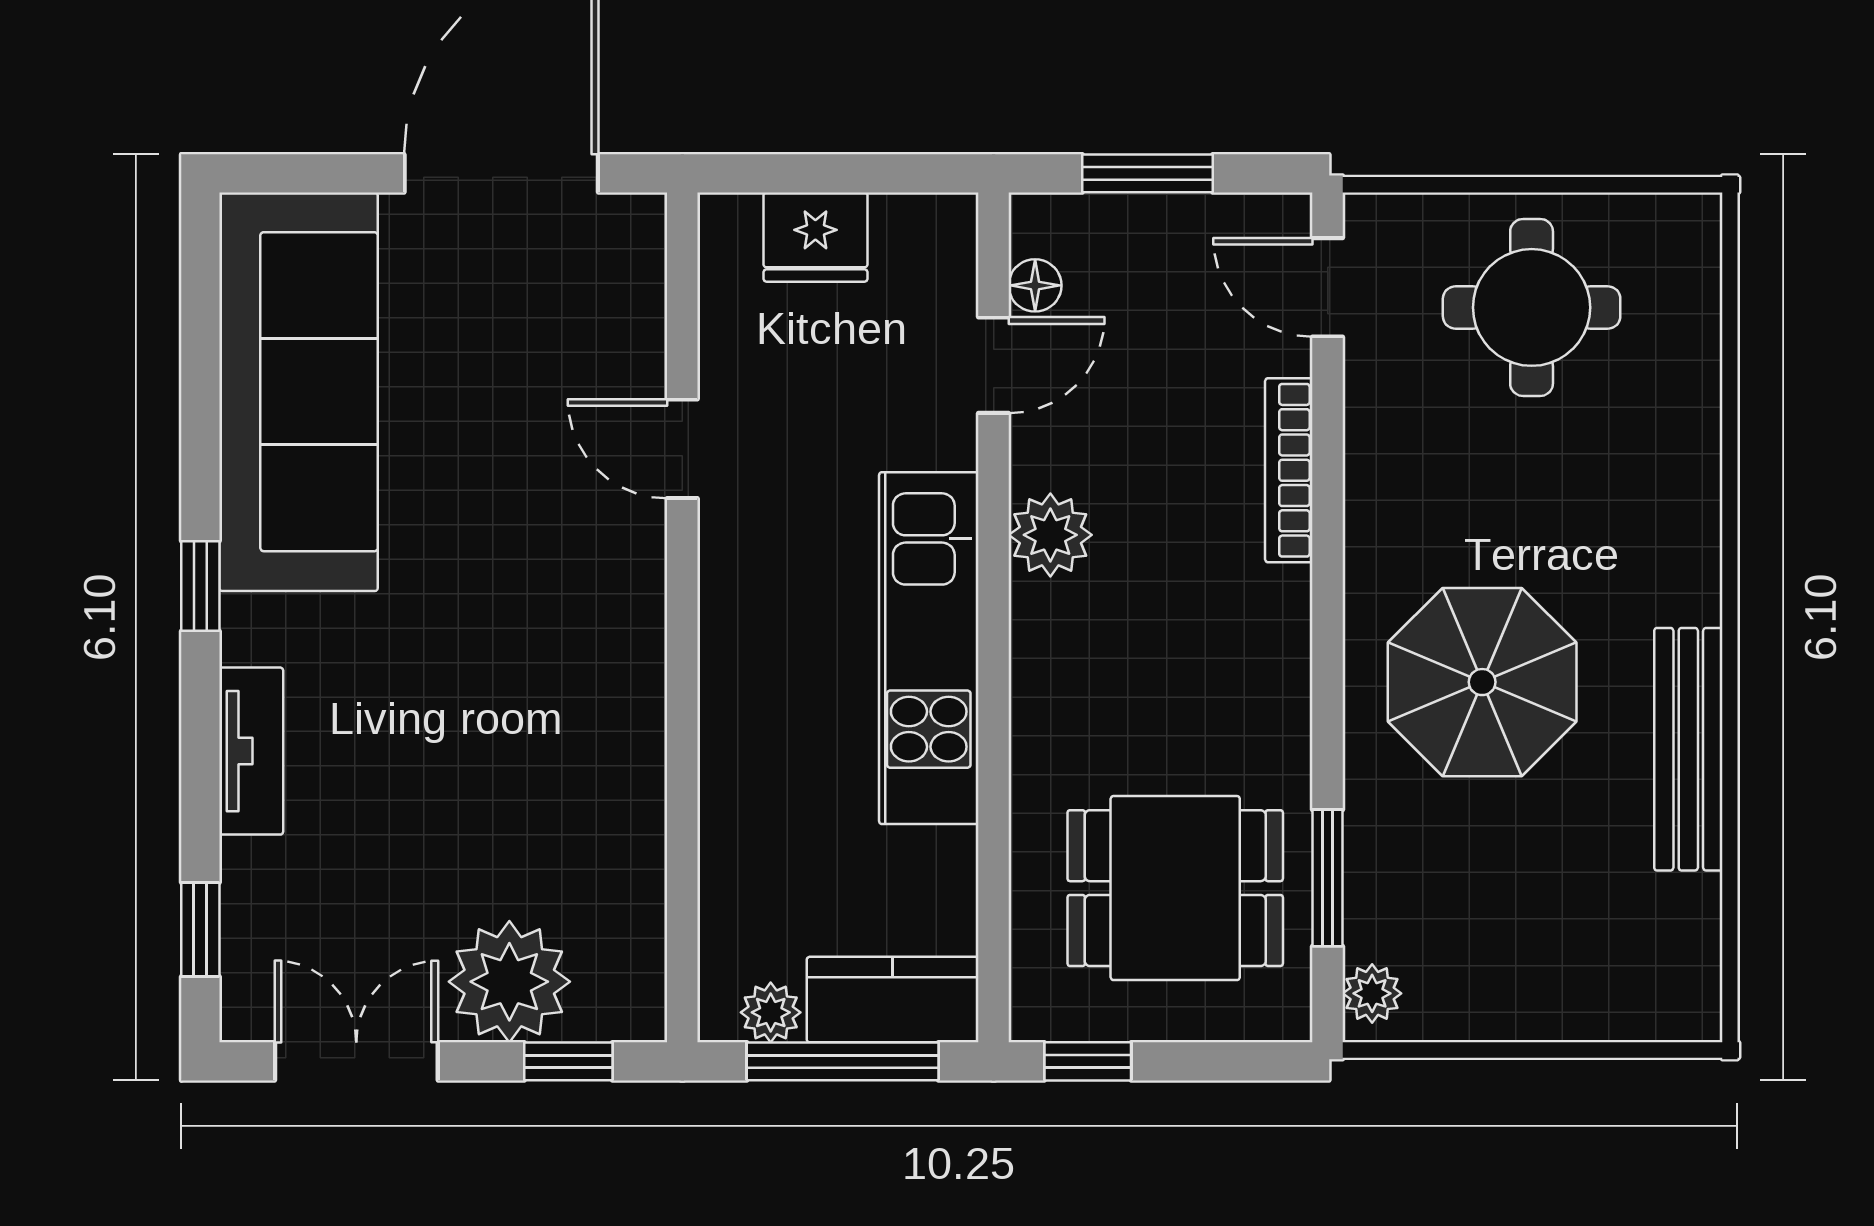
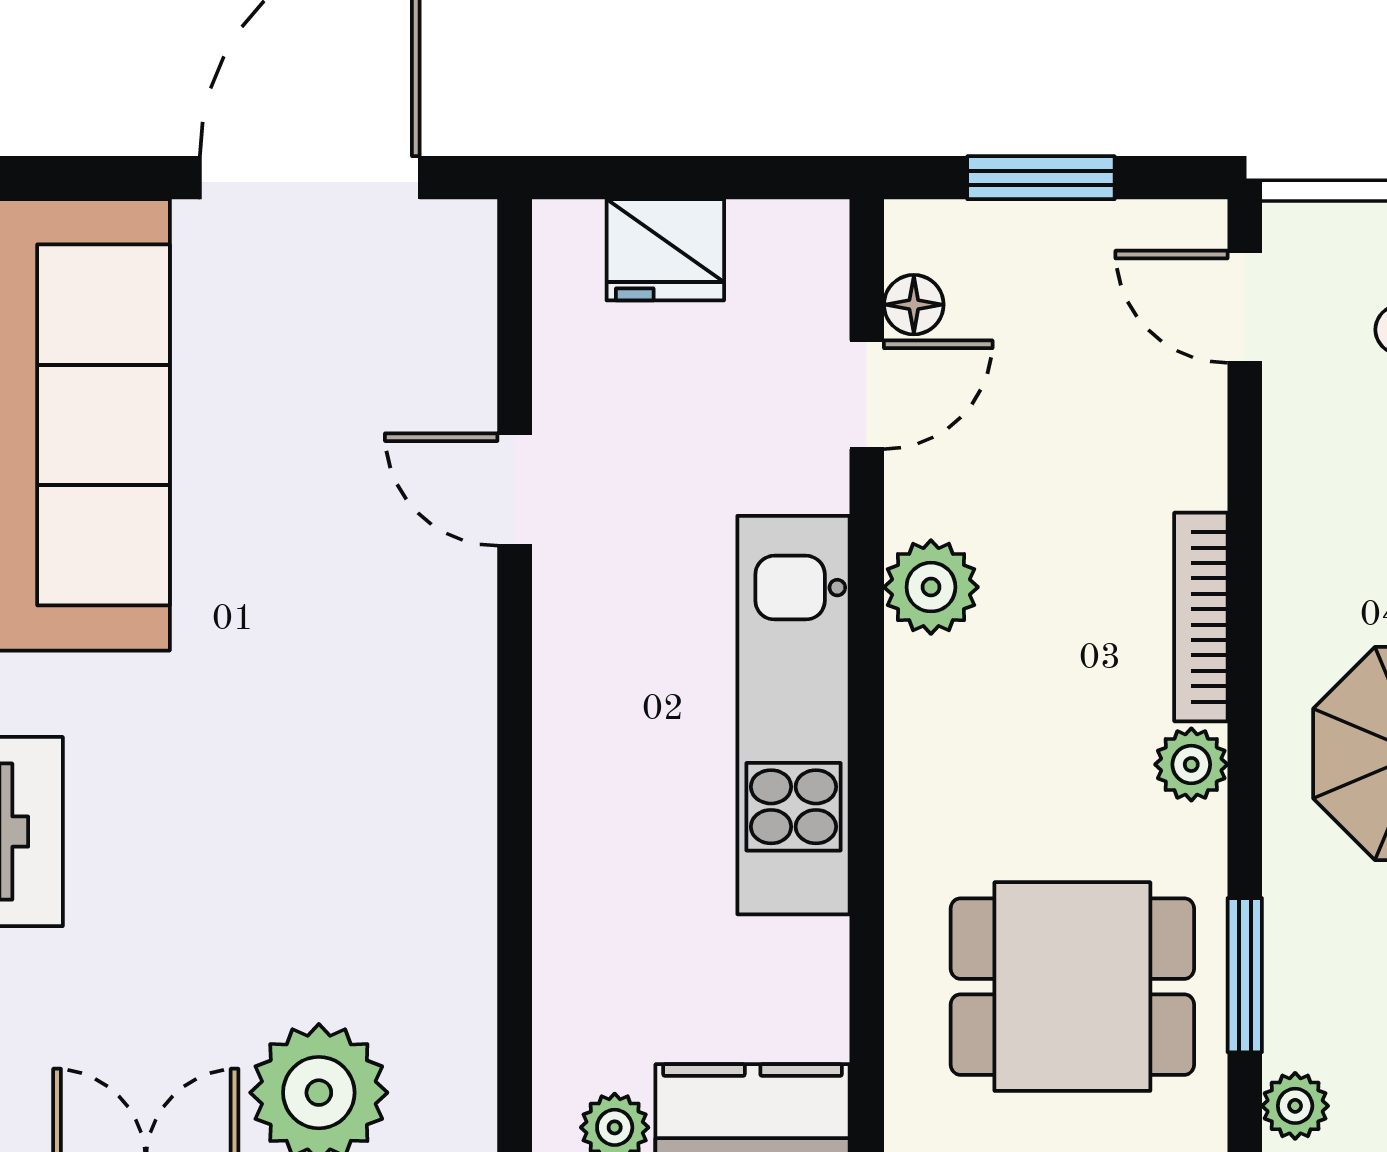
bookcase: (1289, 470) -> (1201, 617), moved
plant: (1280, 692) -> (1191, 764), added

